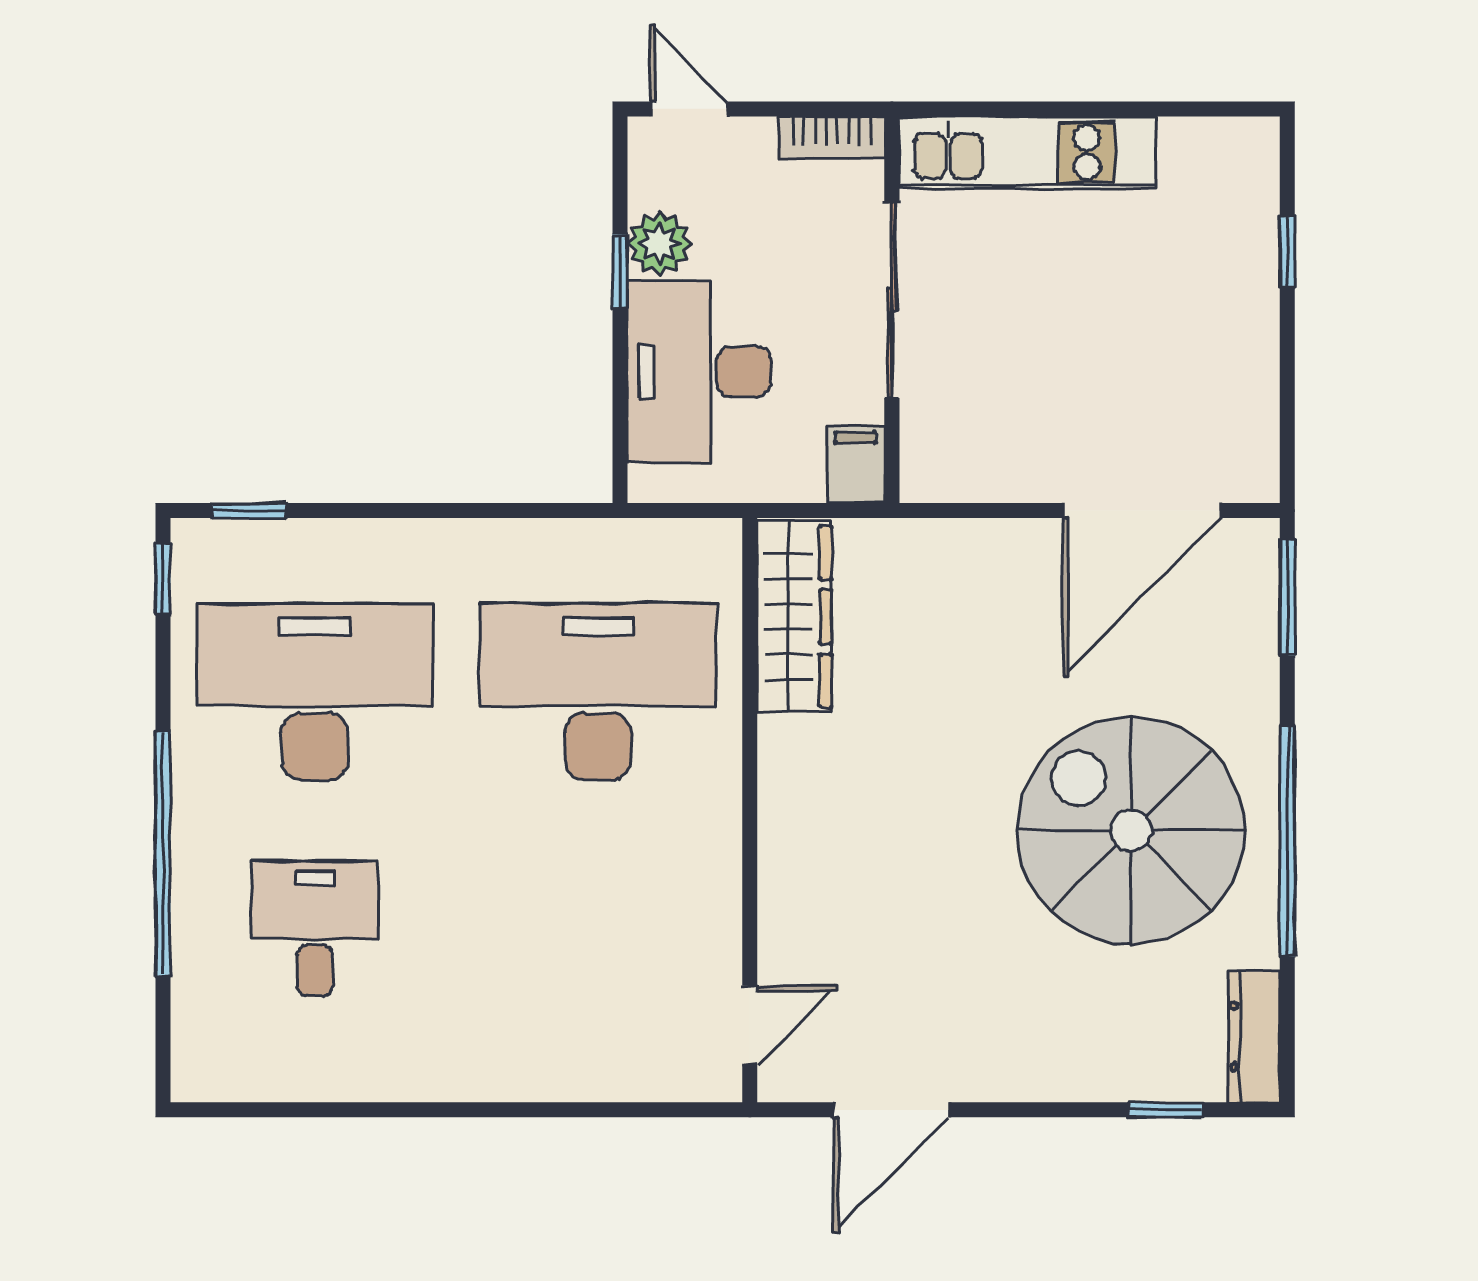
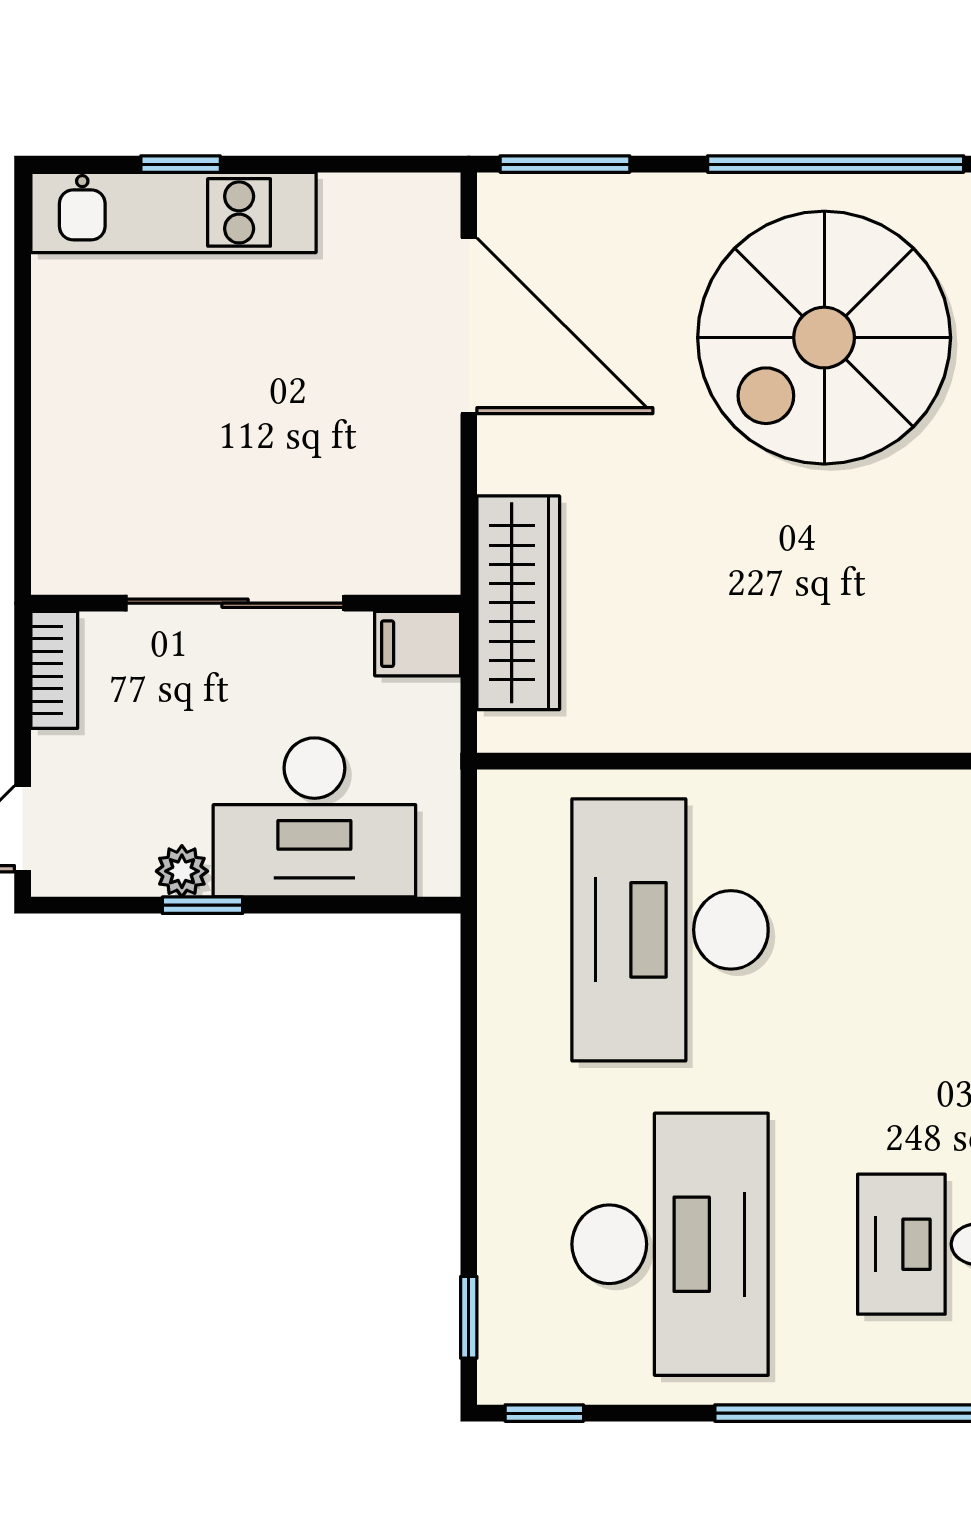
kitchen unit: (1028, 153) -> (173, 212), moved, turned 90
plant: (659, 244) -> (182, 871), width x0.73, depth x0.73
wardrobe: (794, 617) -> (518, 603), moved, turned 90
desk: (315, 692) -> (670, 1244), turned 180

